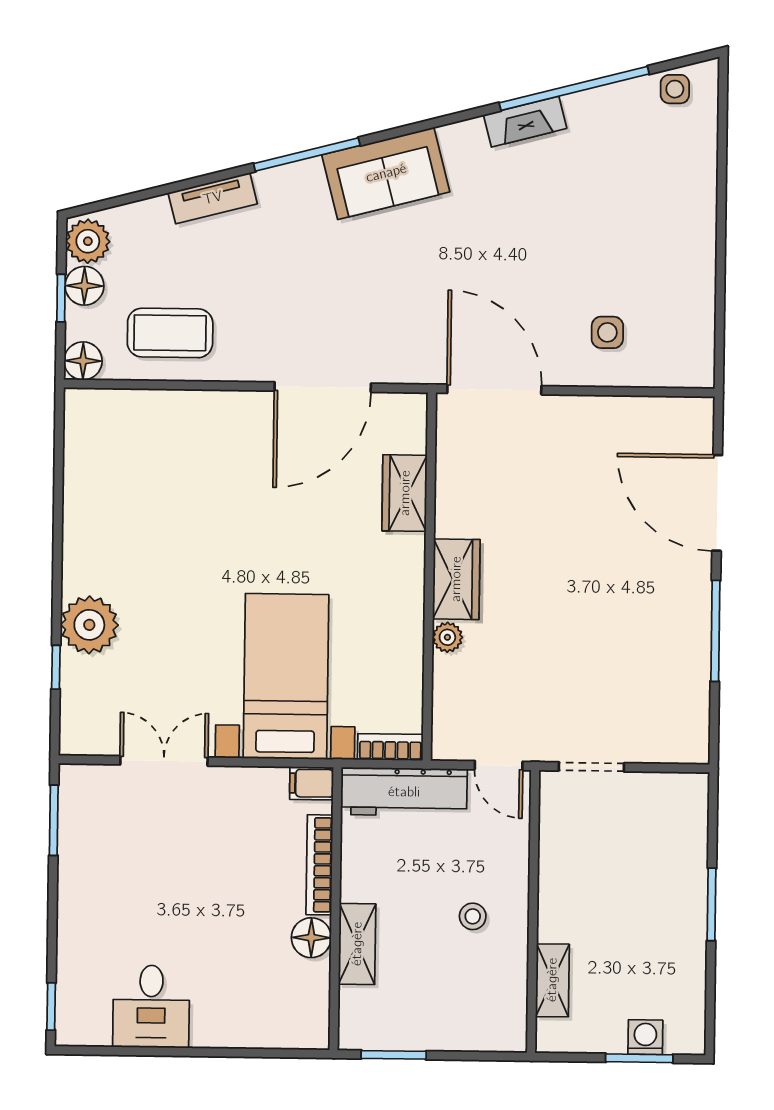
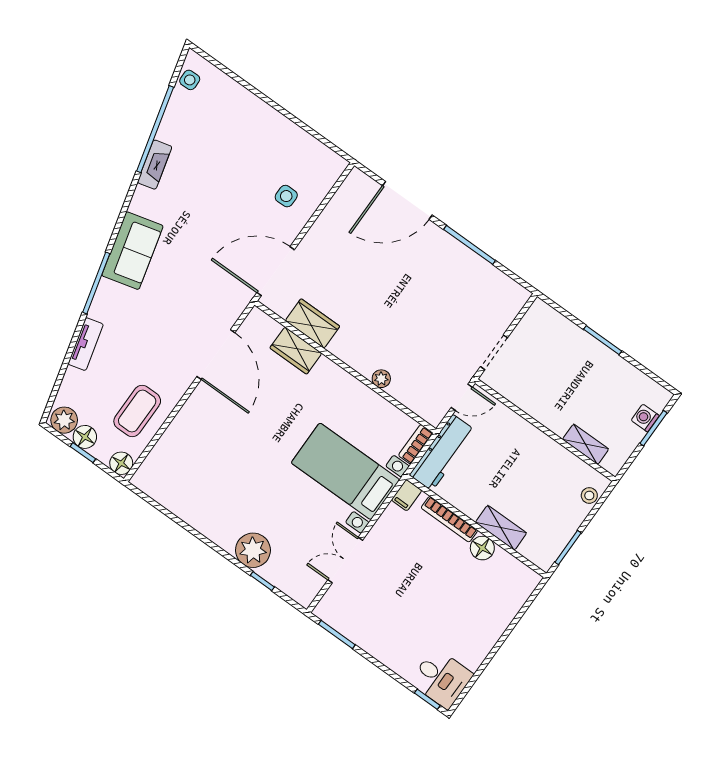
wardrobe: (456, 579) -> (313, 323), moved
stool: (473, 916) -> (589, 495), moved
desk: (151, 1006) -> (441, 678), moved

